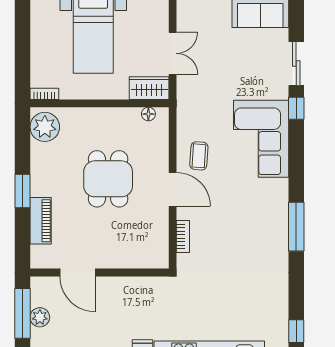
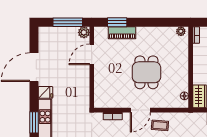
plant: (45, 127) -> (181, 31), width x0.53, depth x0.53
dining table: (108, 179) -> (146, 72), turned 90
window: (22, 191) -> (117, 22), moved
plant: (40, 317) -> (84, 32), moved

